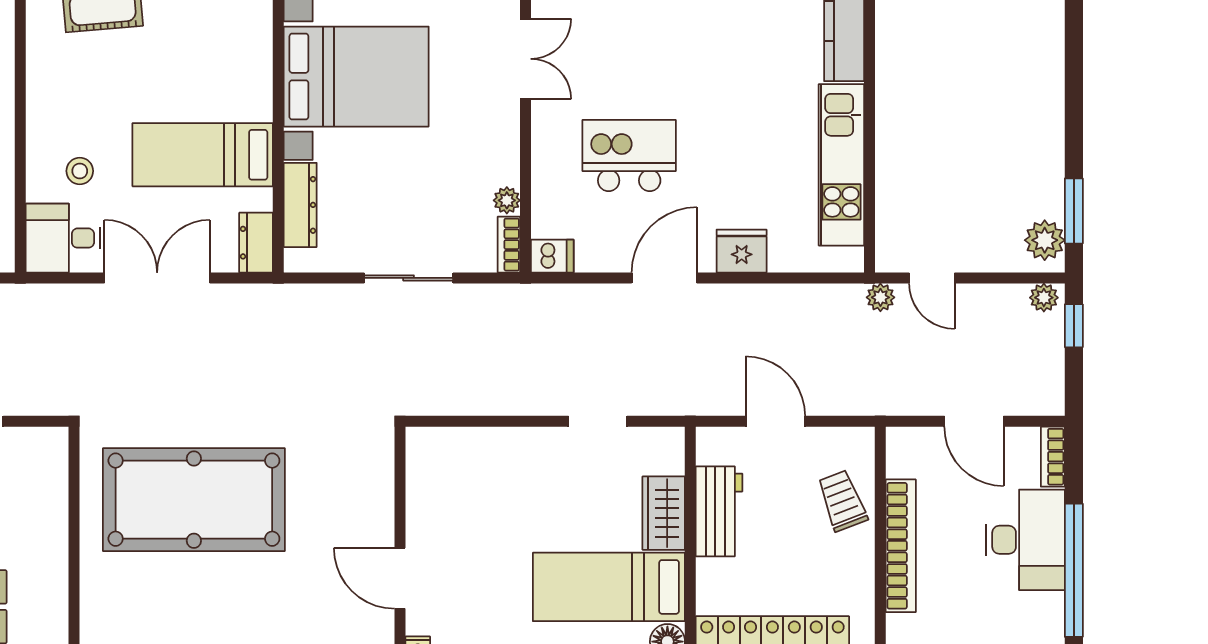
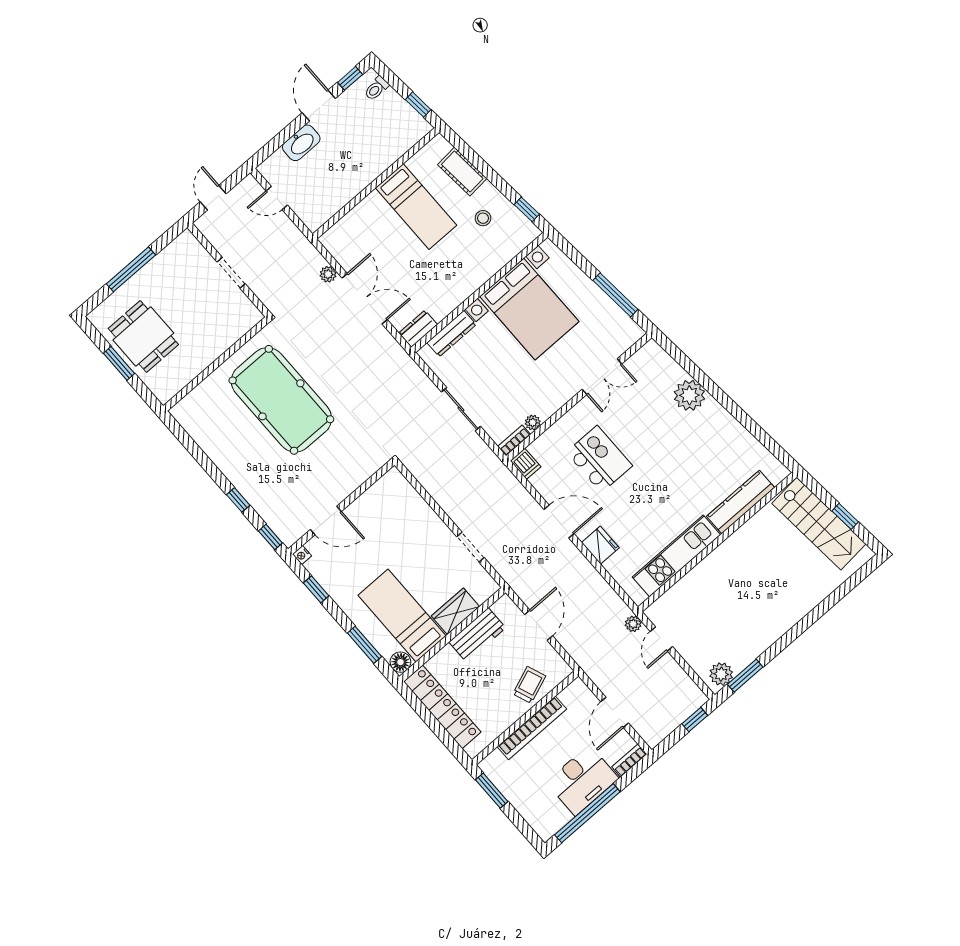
bed: (203, 155) -> (416, 207), moved, turned 180
stool: (80, 171) -> (483, 218), moved
desk: (63, 238) -> (346, 242), removed
plant: (1044, 298) -> (328, 274), moved
door: (400, 578) -> (326, 521), swing flipped

